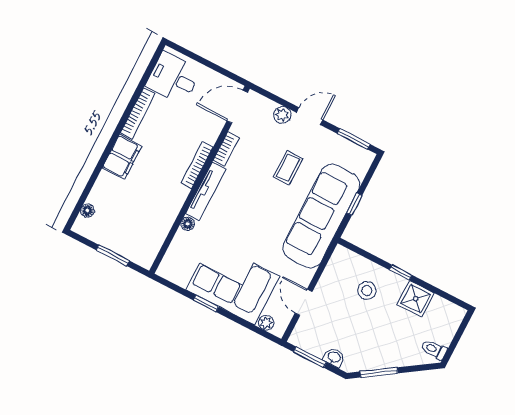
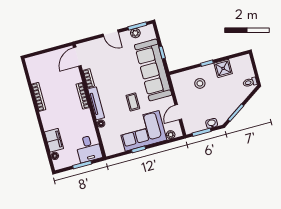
desk: (173, 78) -> (89, 149), moved, turned -90
plant: (282, 115) -> (135, 33), moved
door: (310, 116) -> (111, 33), swing flipped
filing cabinet: (122, 157) -> (54, 140), moved
coffee table: (288, 168) -> (133, 102), moved
door: (304, 302) -> (178, 112), hinge flipped

